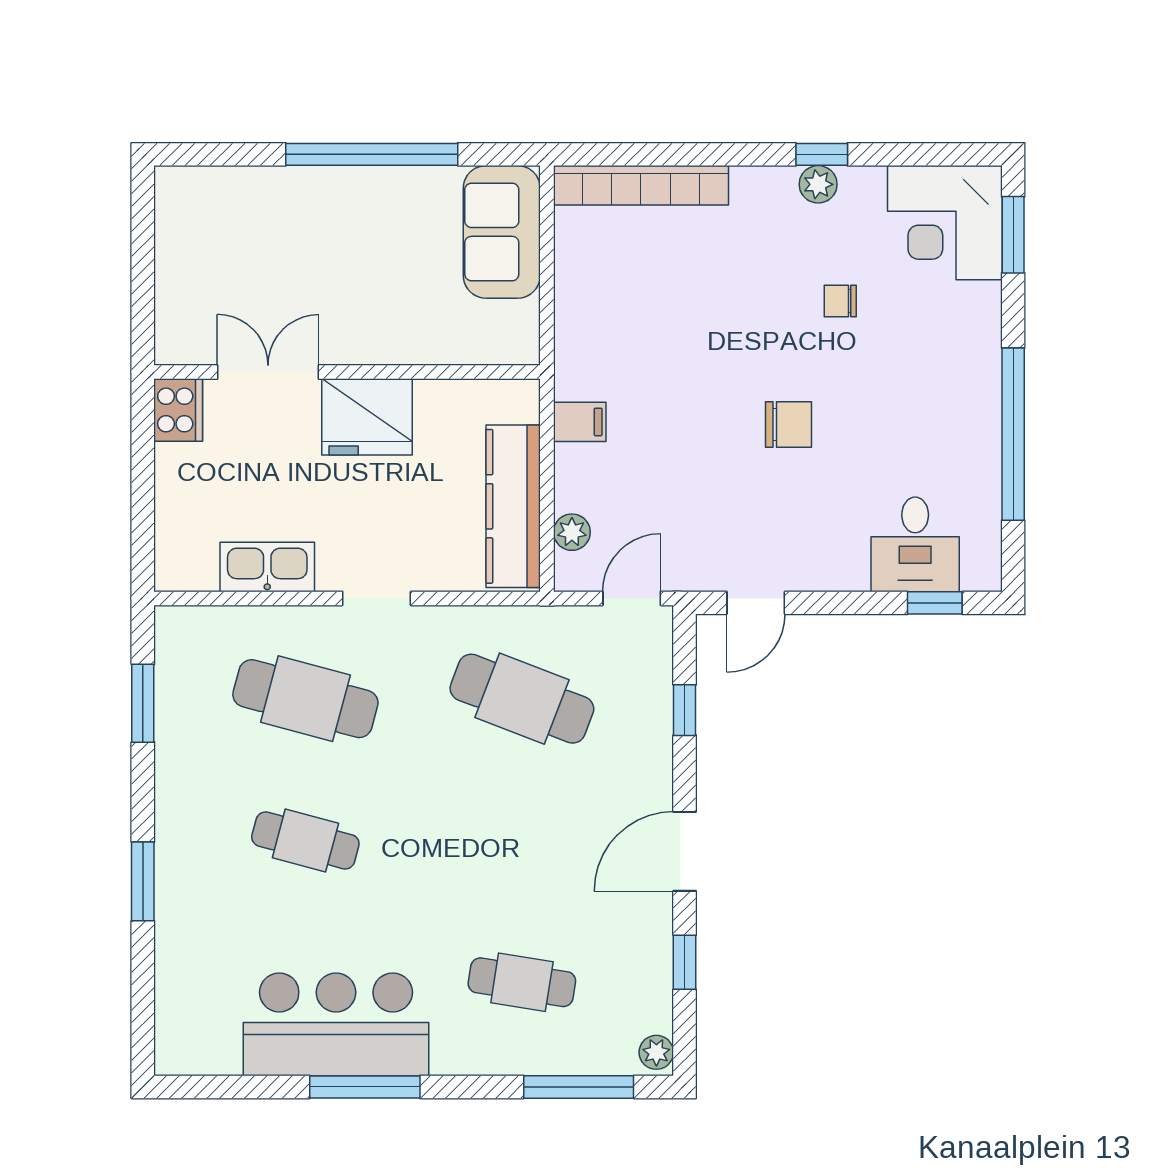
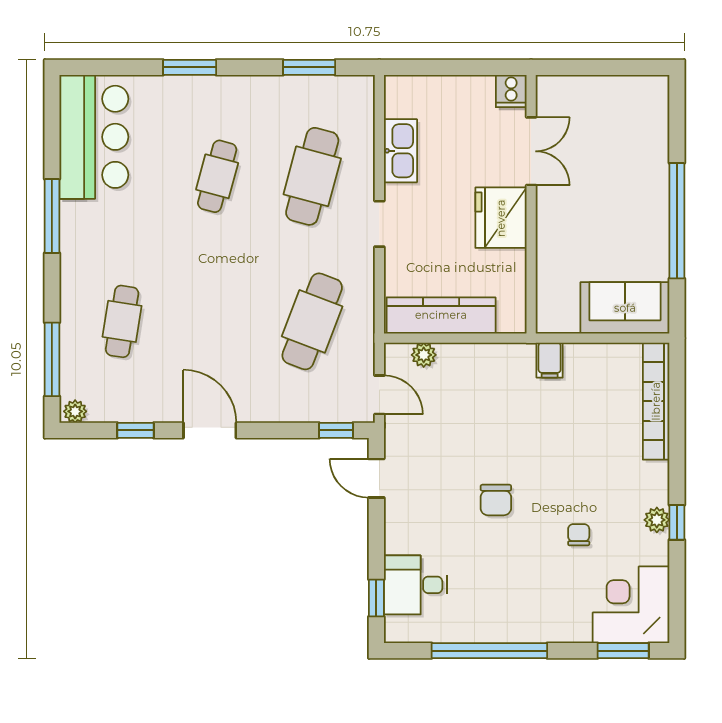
cooker: (178, 410) -> (511, 91), width x0.73
filing cabinet: (580, 422) -> (550, 360), moved
window: (685, 710) -> (336, 430), moved
bar counter: (336, 1024) -> (94, 137), moved

